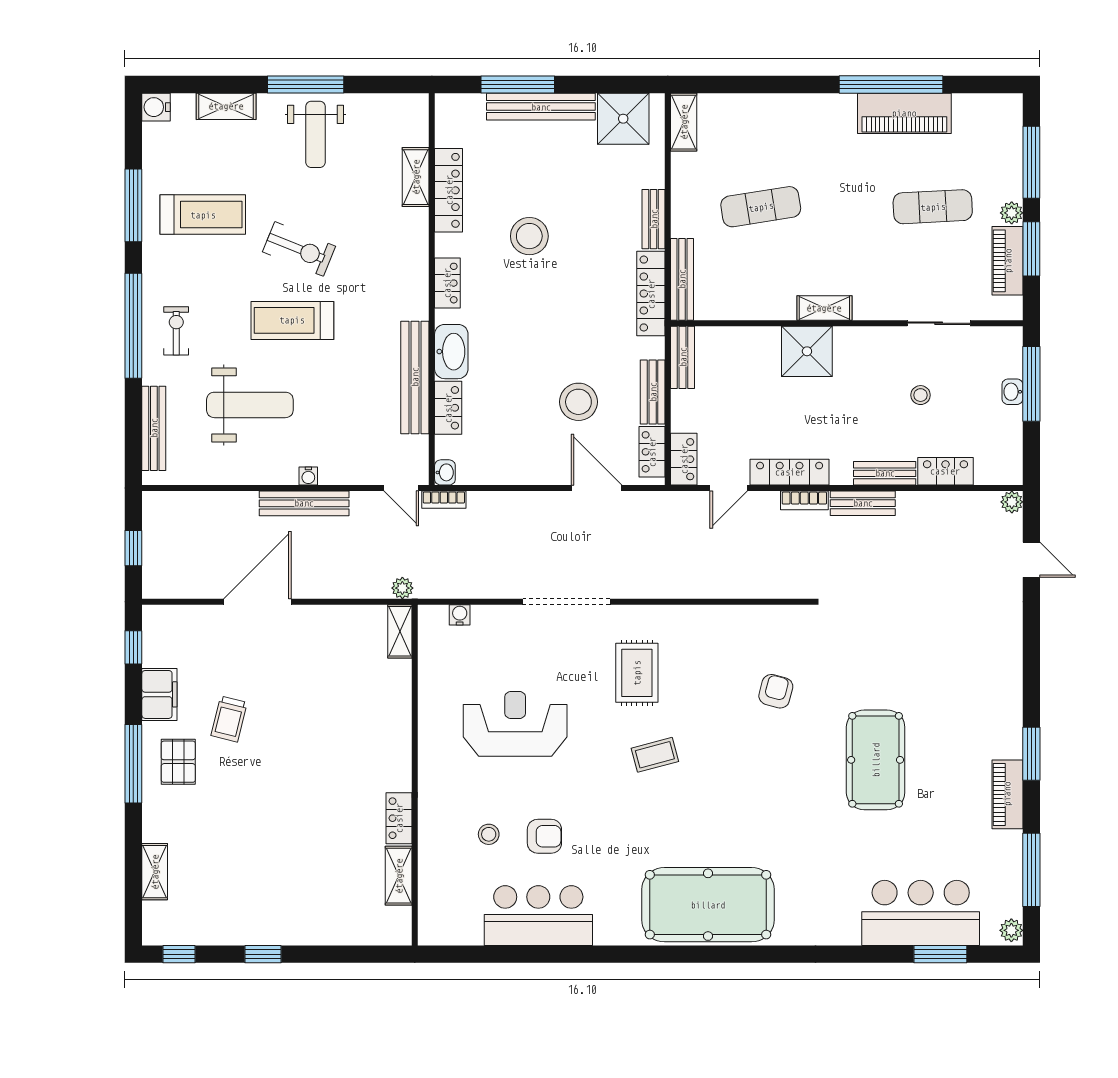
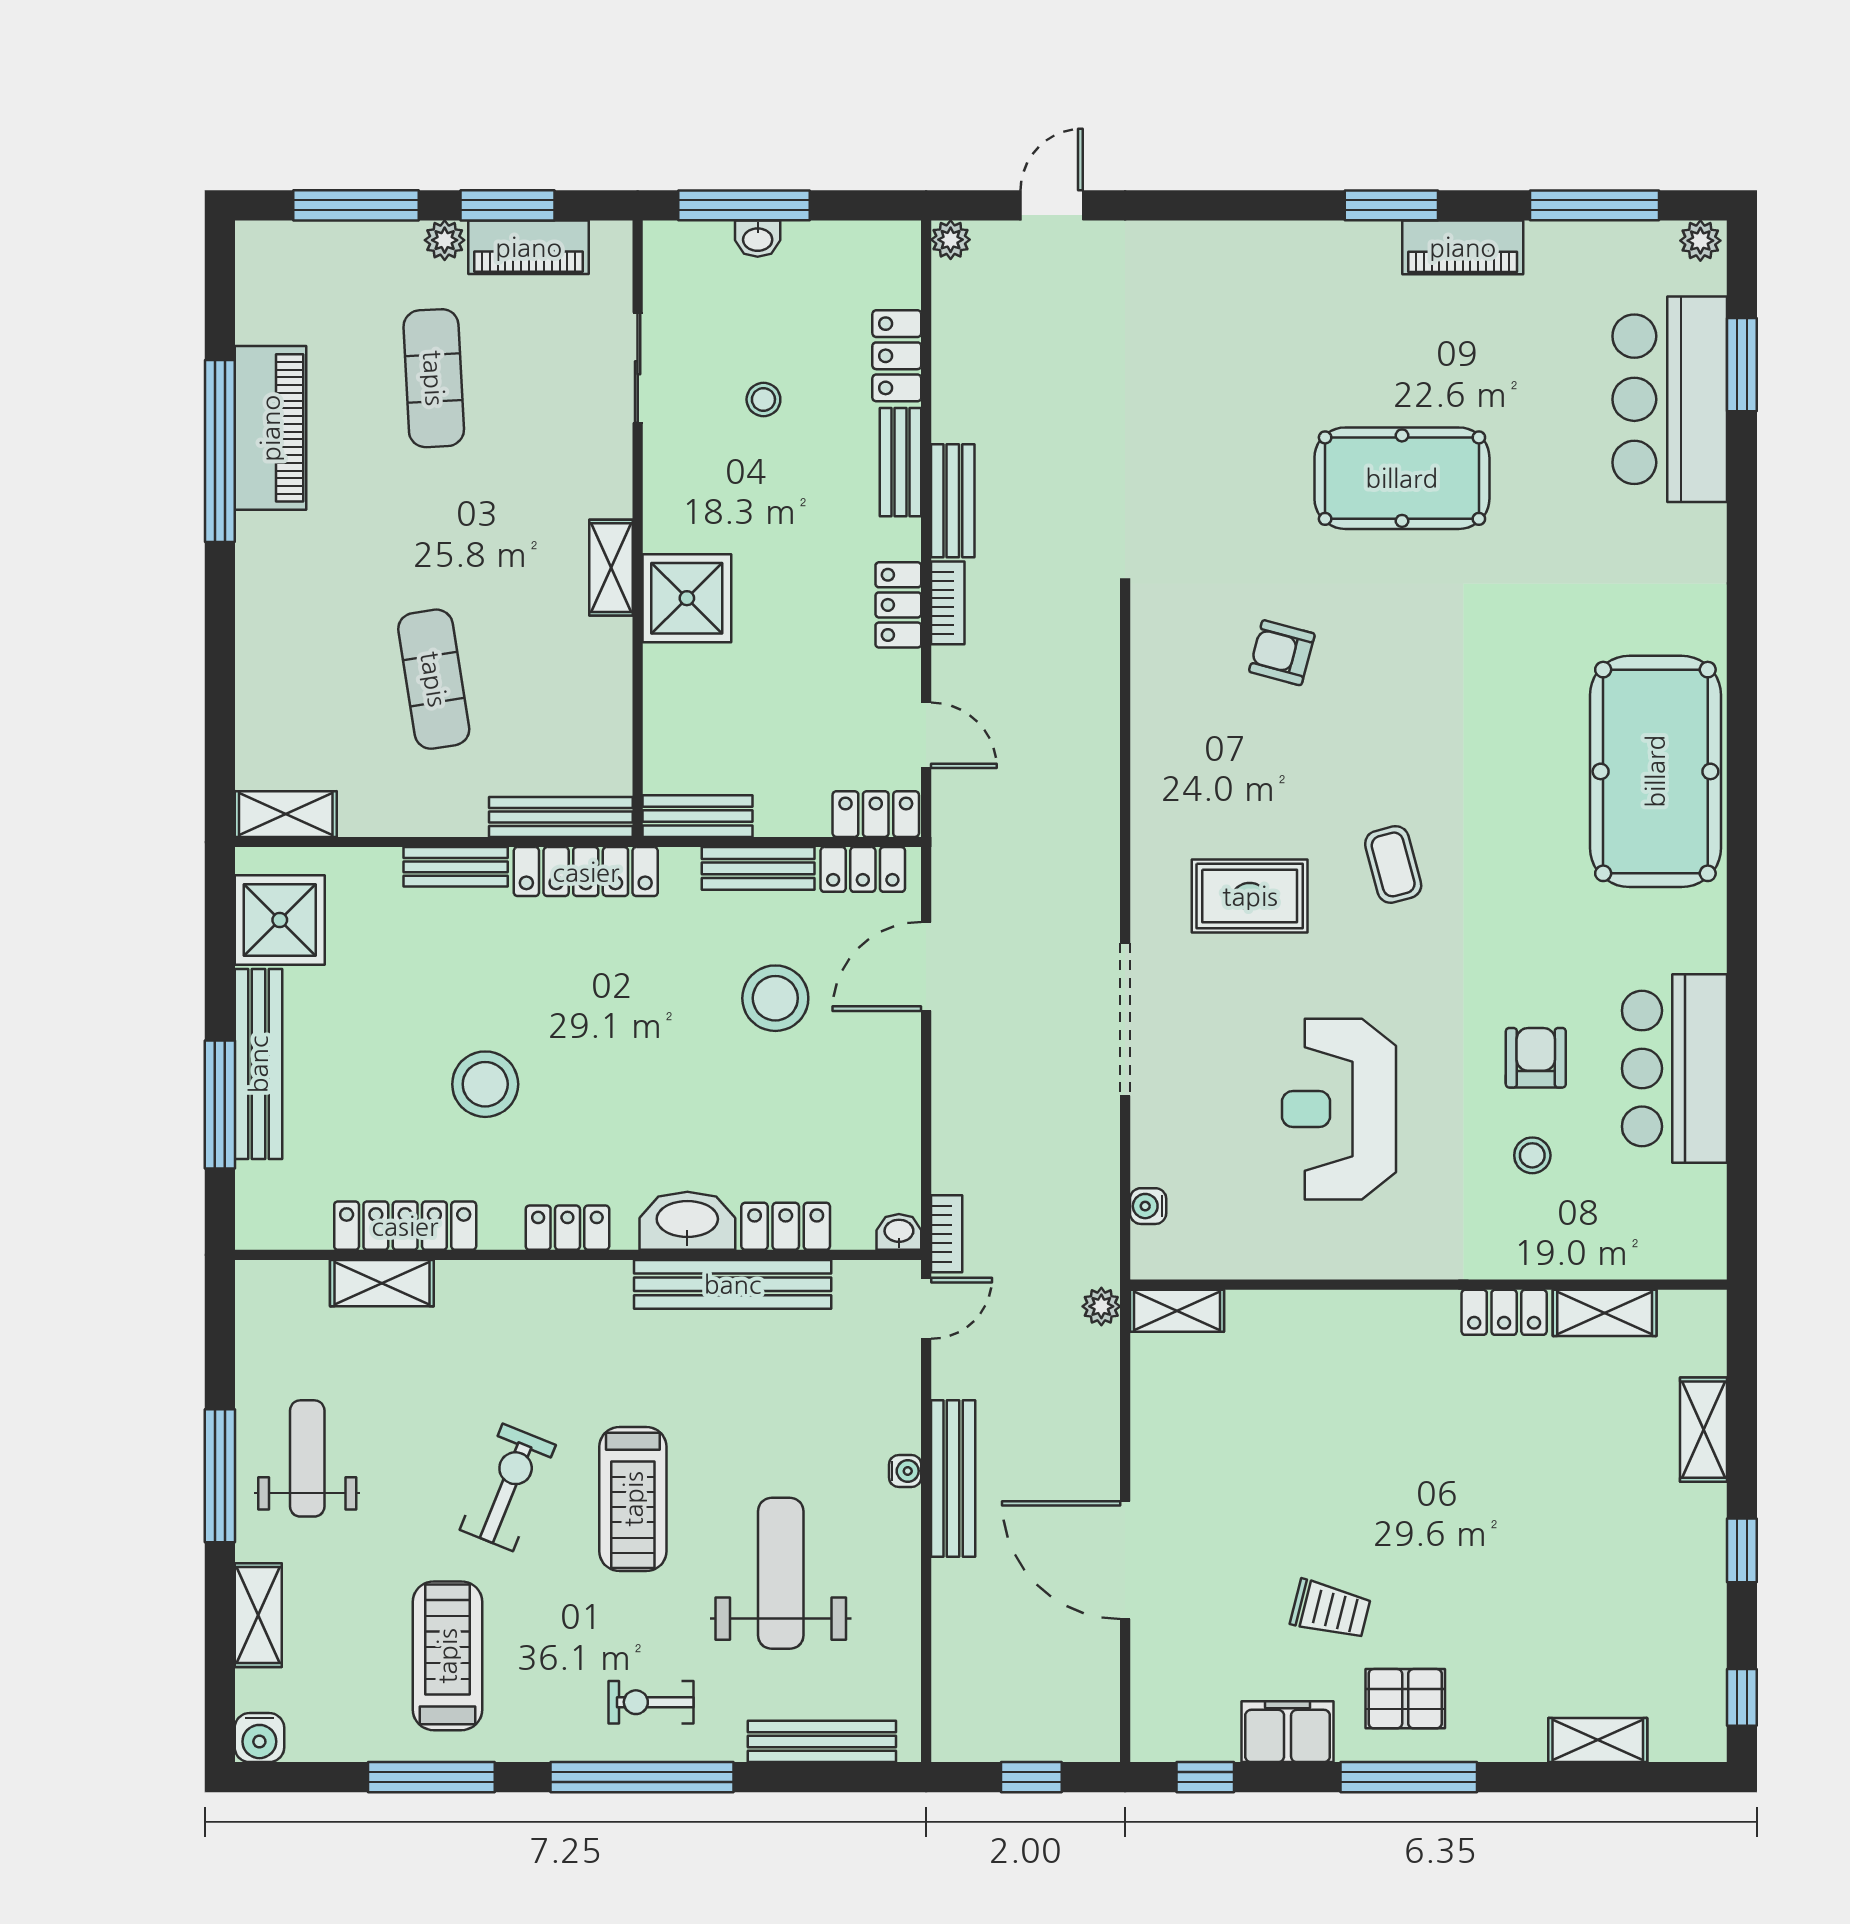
weight bench: (315, 134) -> (307, 1458), turned -90
locker: (790, 472) -> (898, 605), width x0.66
shelving: (332, 932) -> (1703, 1430), added

